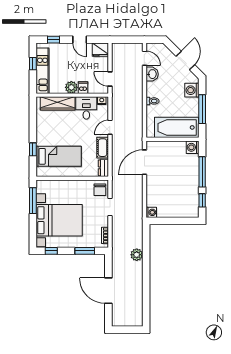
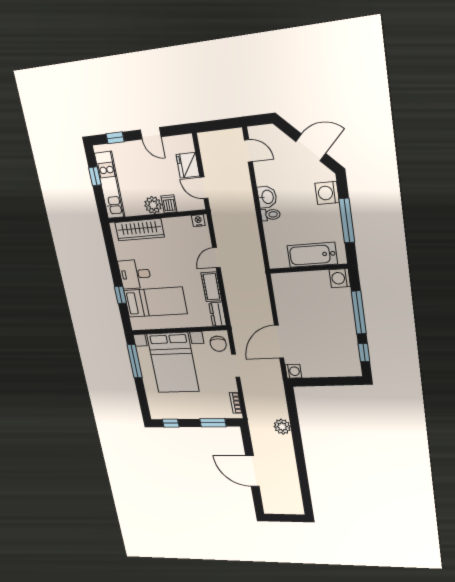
fridge: (100, 50) -> (188, 165), moved, turned 90
door: (185, 60) -> (311, 147), hinge flipped
washbasin: (152, 74) -> (267, 197), moved
desk: (86, 108) -> (135, 274), moved, turned -90
bathtub: (176, 127) -> (312, 255), width x0.73, depth x0.73
door: (144, 162) -> (279, 342), moved
bed with nightstands: (59, 220) -> (173, 363), moved, turned 90

